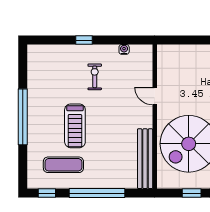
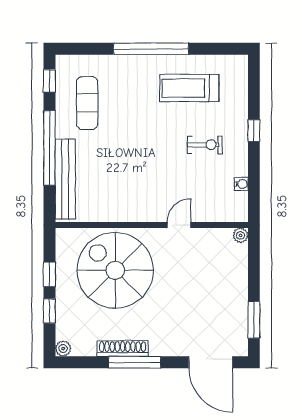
plant: (162, 50) -> (241, 235), added
treadmill: (75, 126) -> (189, 88), moved
bench: (145, 159) -> (65, 179), moved, turned 90

